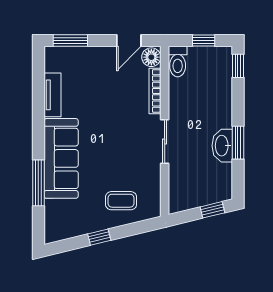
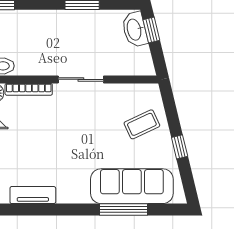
washbasin: (222, 146) -> (135, 29), moved, turned 76
sofa: (61, 158) -> (132, 186), moved
coffee table: (121, 201) -> (142, 124), turned 65

